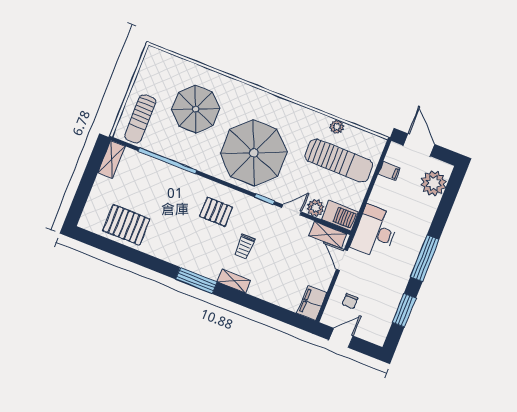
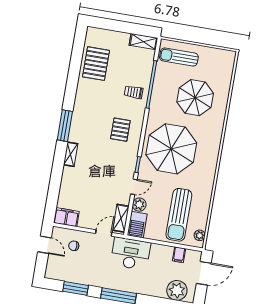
plant: (337, 127) -> (200, 235), moved
door: (292, 210) -> (134, 187), hinge flipped
trolley: (244, 246) -> (134, 92), moved

